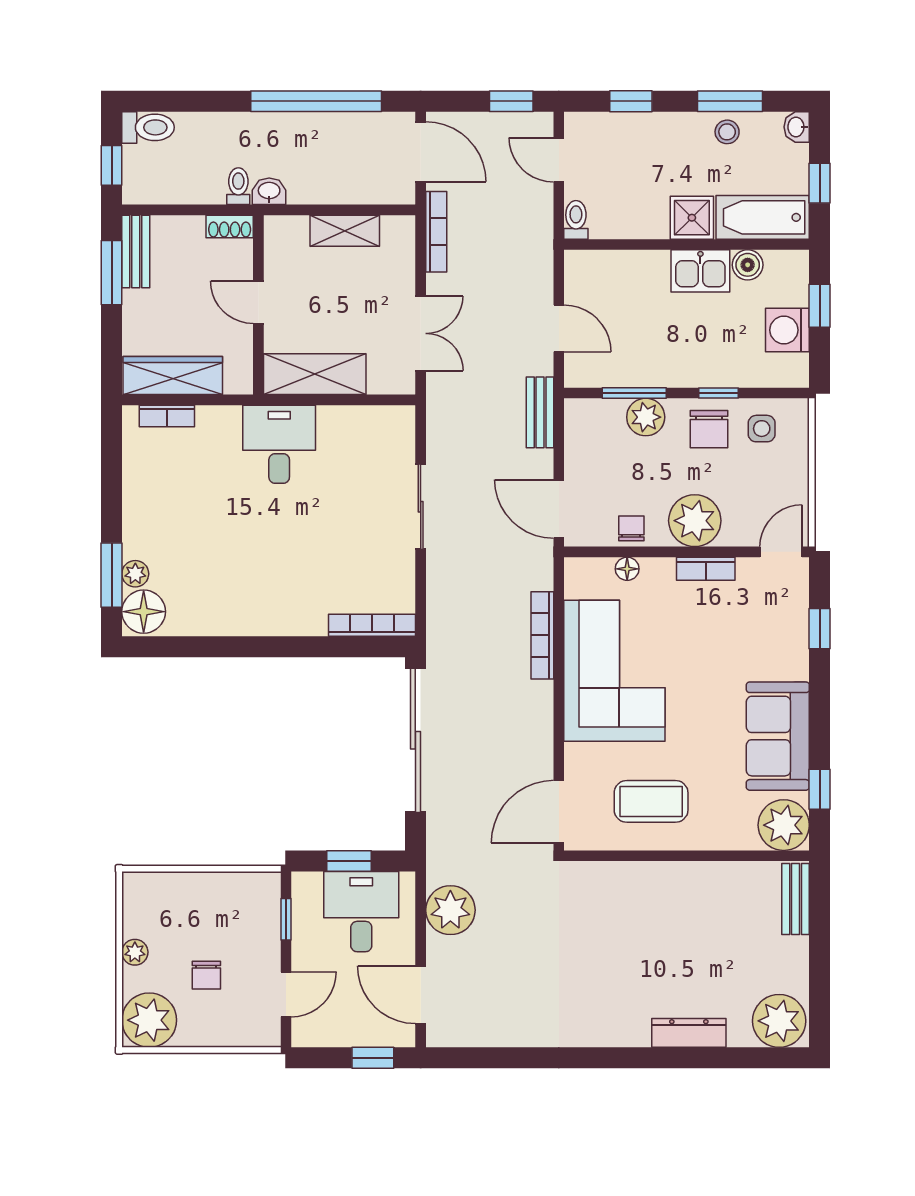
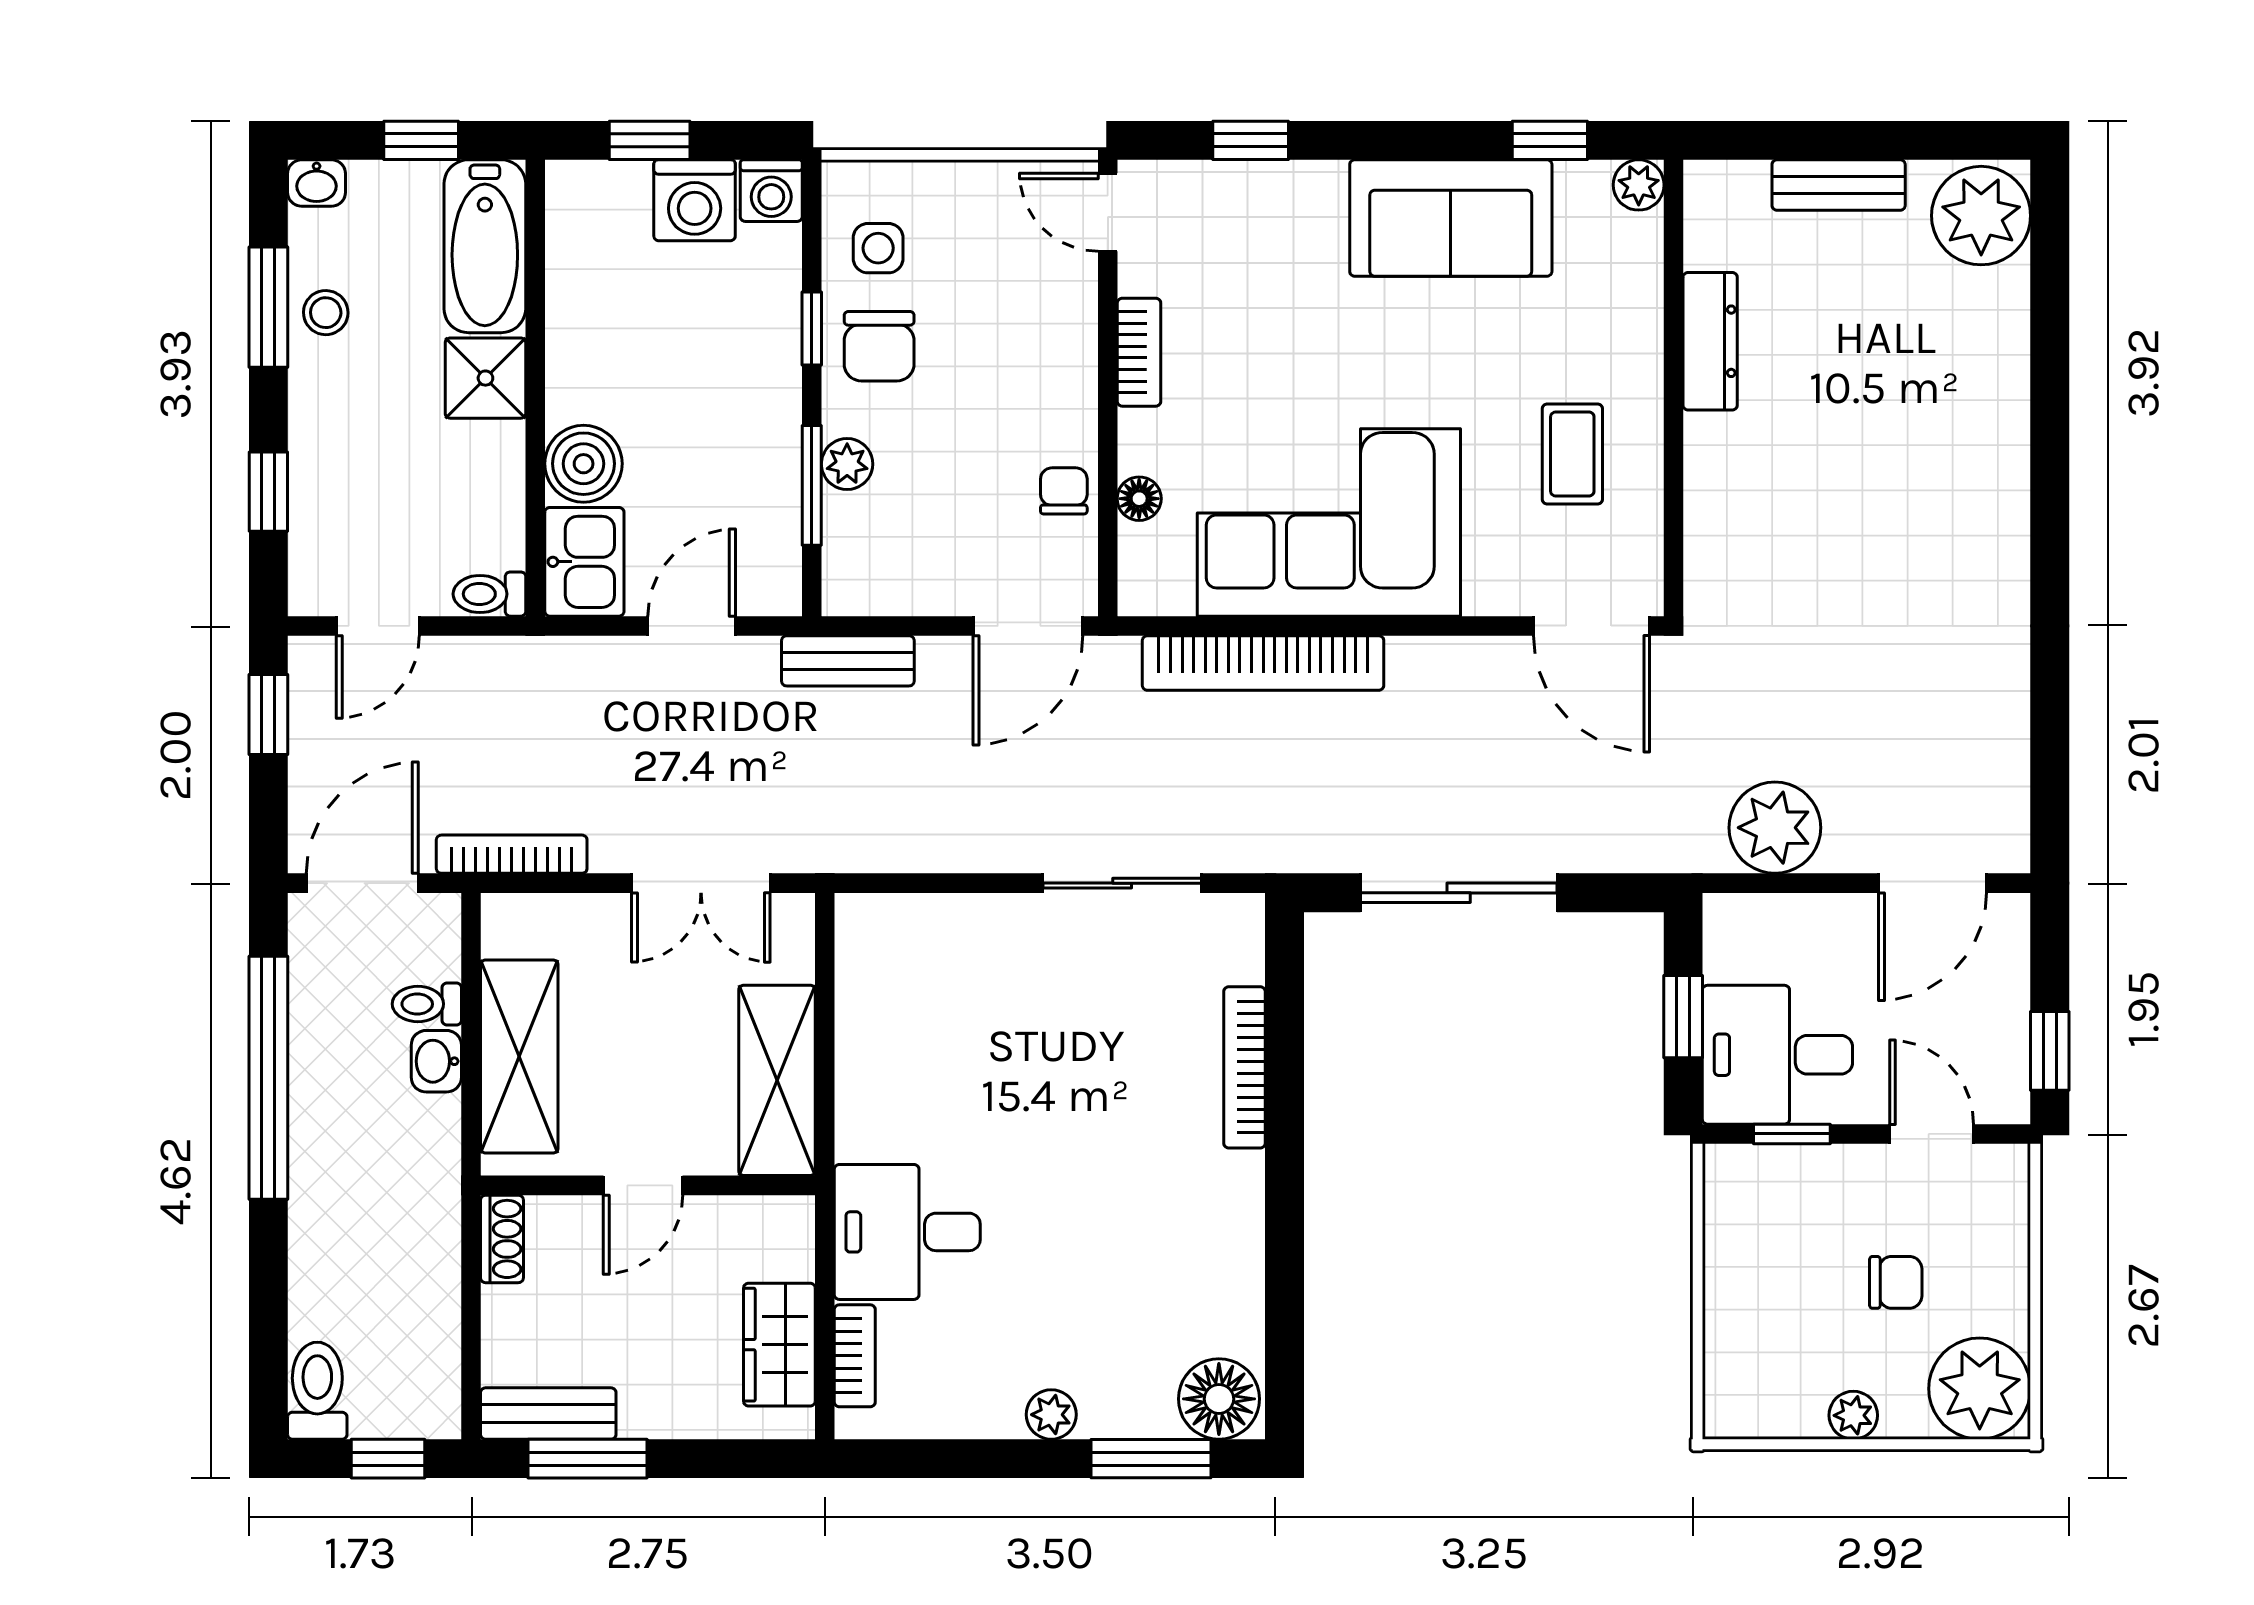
toilet: (238, 186) -> (427, 1004), moved
washbasin: (269, 191) -> (436, 1061), moved
shelving: (345, 231) -> (519, 1056), width x1.50, depth x1.33
boiler: (748, 265) -> (584, 464), moved, width x1.36, depth x1.36
kitchen sink: (700, 271) -> (584, 562), moved
double door: (421, 333) -> (701, 883), swing flipped
washing machine: (793, 371) -> (771, 191), added
wardrobe: (173, 376) -> (779, 1345), width x0.67
plant: (646, 417) -> (847, 464), width x0.73, depth x0.73
chair: (709, 429) -> (879, 346), turned 90
desk: (279, 444) -> (907, 1232), moved
sliding door: (421, 507) -> (1122, 883), moved
plant: (695, 521) -> (1050, 373), removed
chair: (631, 528) -> (1064, 491), turned 90
plant: (135, 574) -> (1051, 1415), moved
bookcase: (372, 625) -> (1245, 1067), moved
bookcase: (542, 635) -> (1263, 663), width x1.48, depth x1.31
sliding door: (415, 740) -> (1459, 893), width x0.73
coffee table: (651, 801) -> (1572, 454), width x0.73, depth x0.77
plant: (784, 825) -> (1639, 185), width x0.53, depth x0.53
bench: (796, 899) -> (1839, 185), moved
desk: (361, 912) -> (1777, 1055), moved
dresser: (689, 1033) -> (1710, 341), moved, turned 180
window: (373, 1058) -> (2050, 1051), moved

